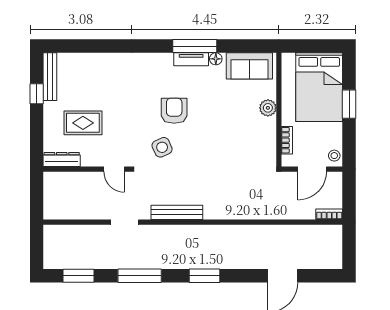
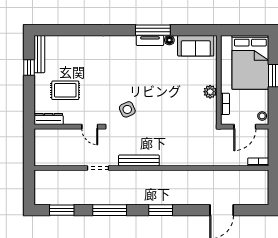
plant: (268, 108) -> (210, 92), moved
armchair: (174, 111) -> (137, 81), removed

